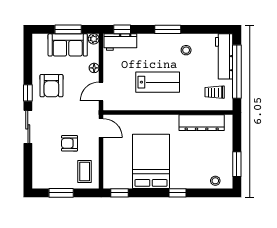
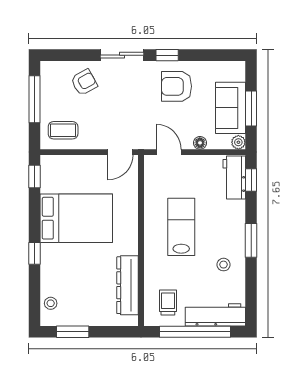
lab bench: (158, 82) -> (181, 227), turned 180
armchair: (69, 143) -> (84, 82), moved, turned 61
window: (61, 193) -> (35, 99), width x1.44

